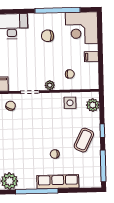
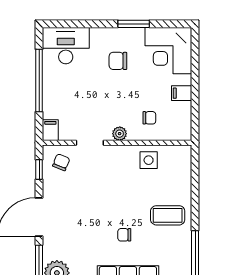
window: (58, 10) -> (134, 24), width x0.47
plant: (93, 105) -> (182, 164), removed
window: (102, 131) -> (195, 202), removed
coffee table: (84, 140) -> (168, 215), turned 64

